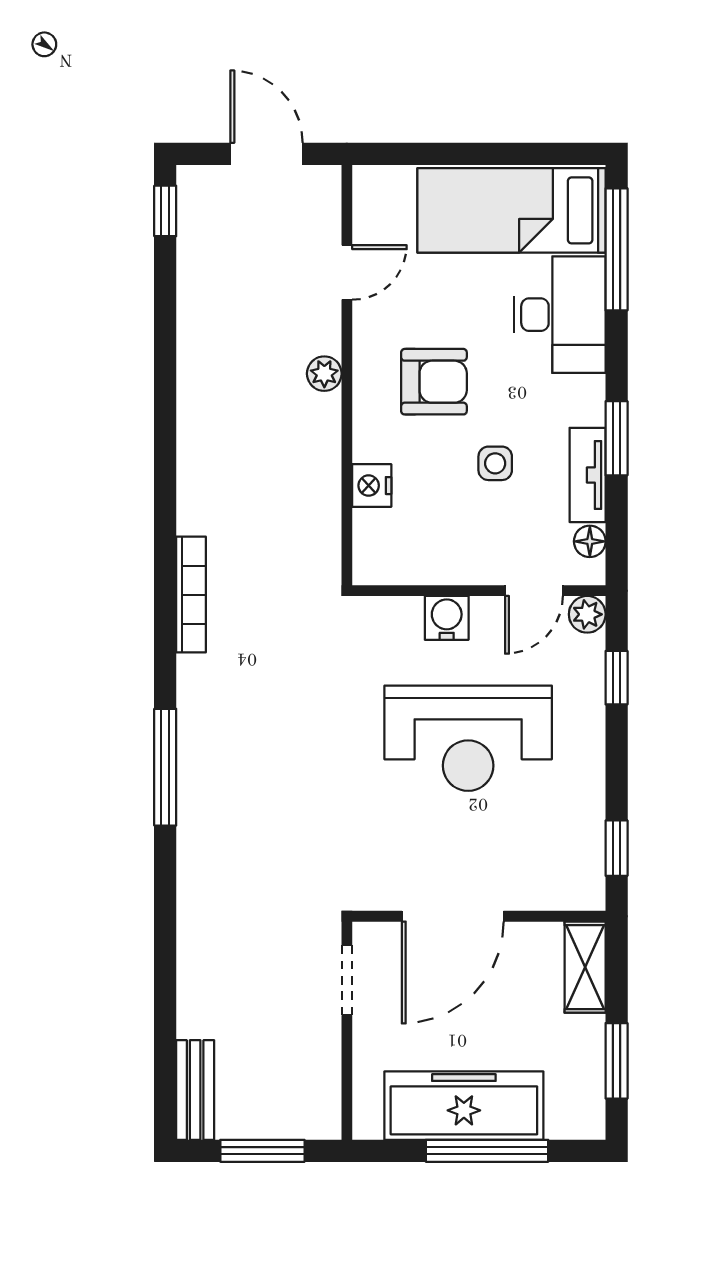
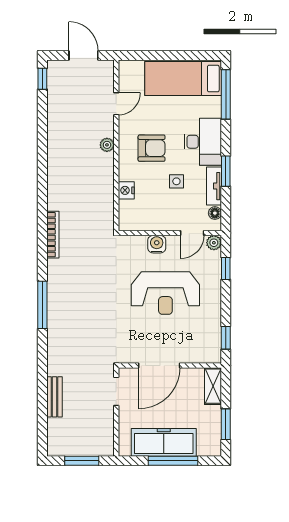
desk: (560, 315) -> (203, 142), moved
bench: (195, 1090) -> (54, 397), moved

